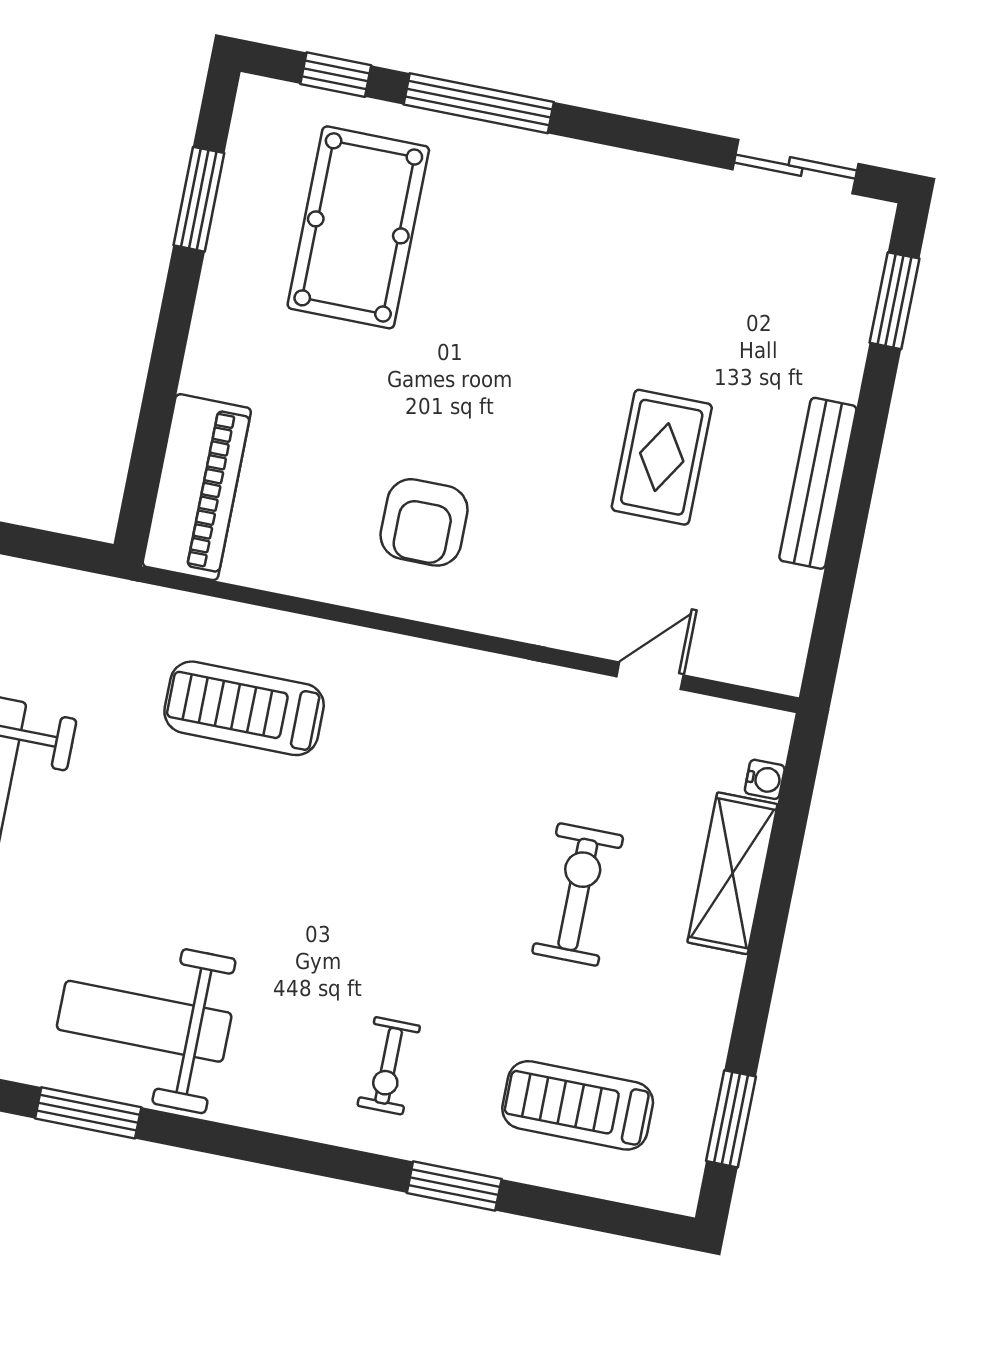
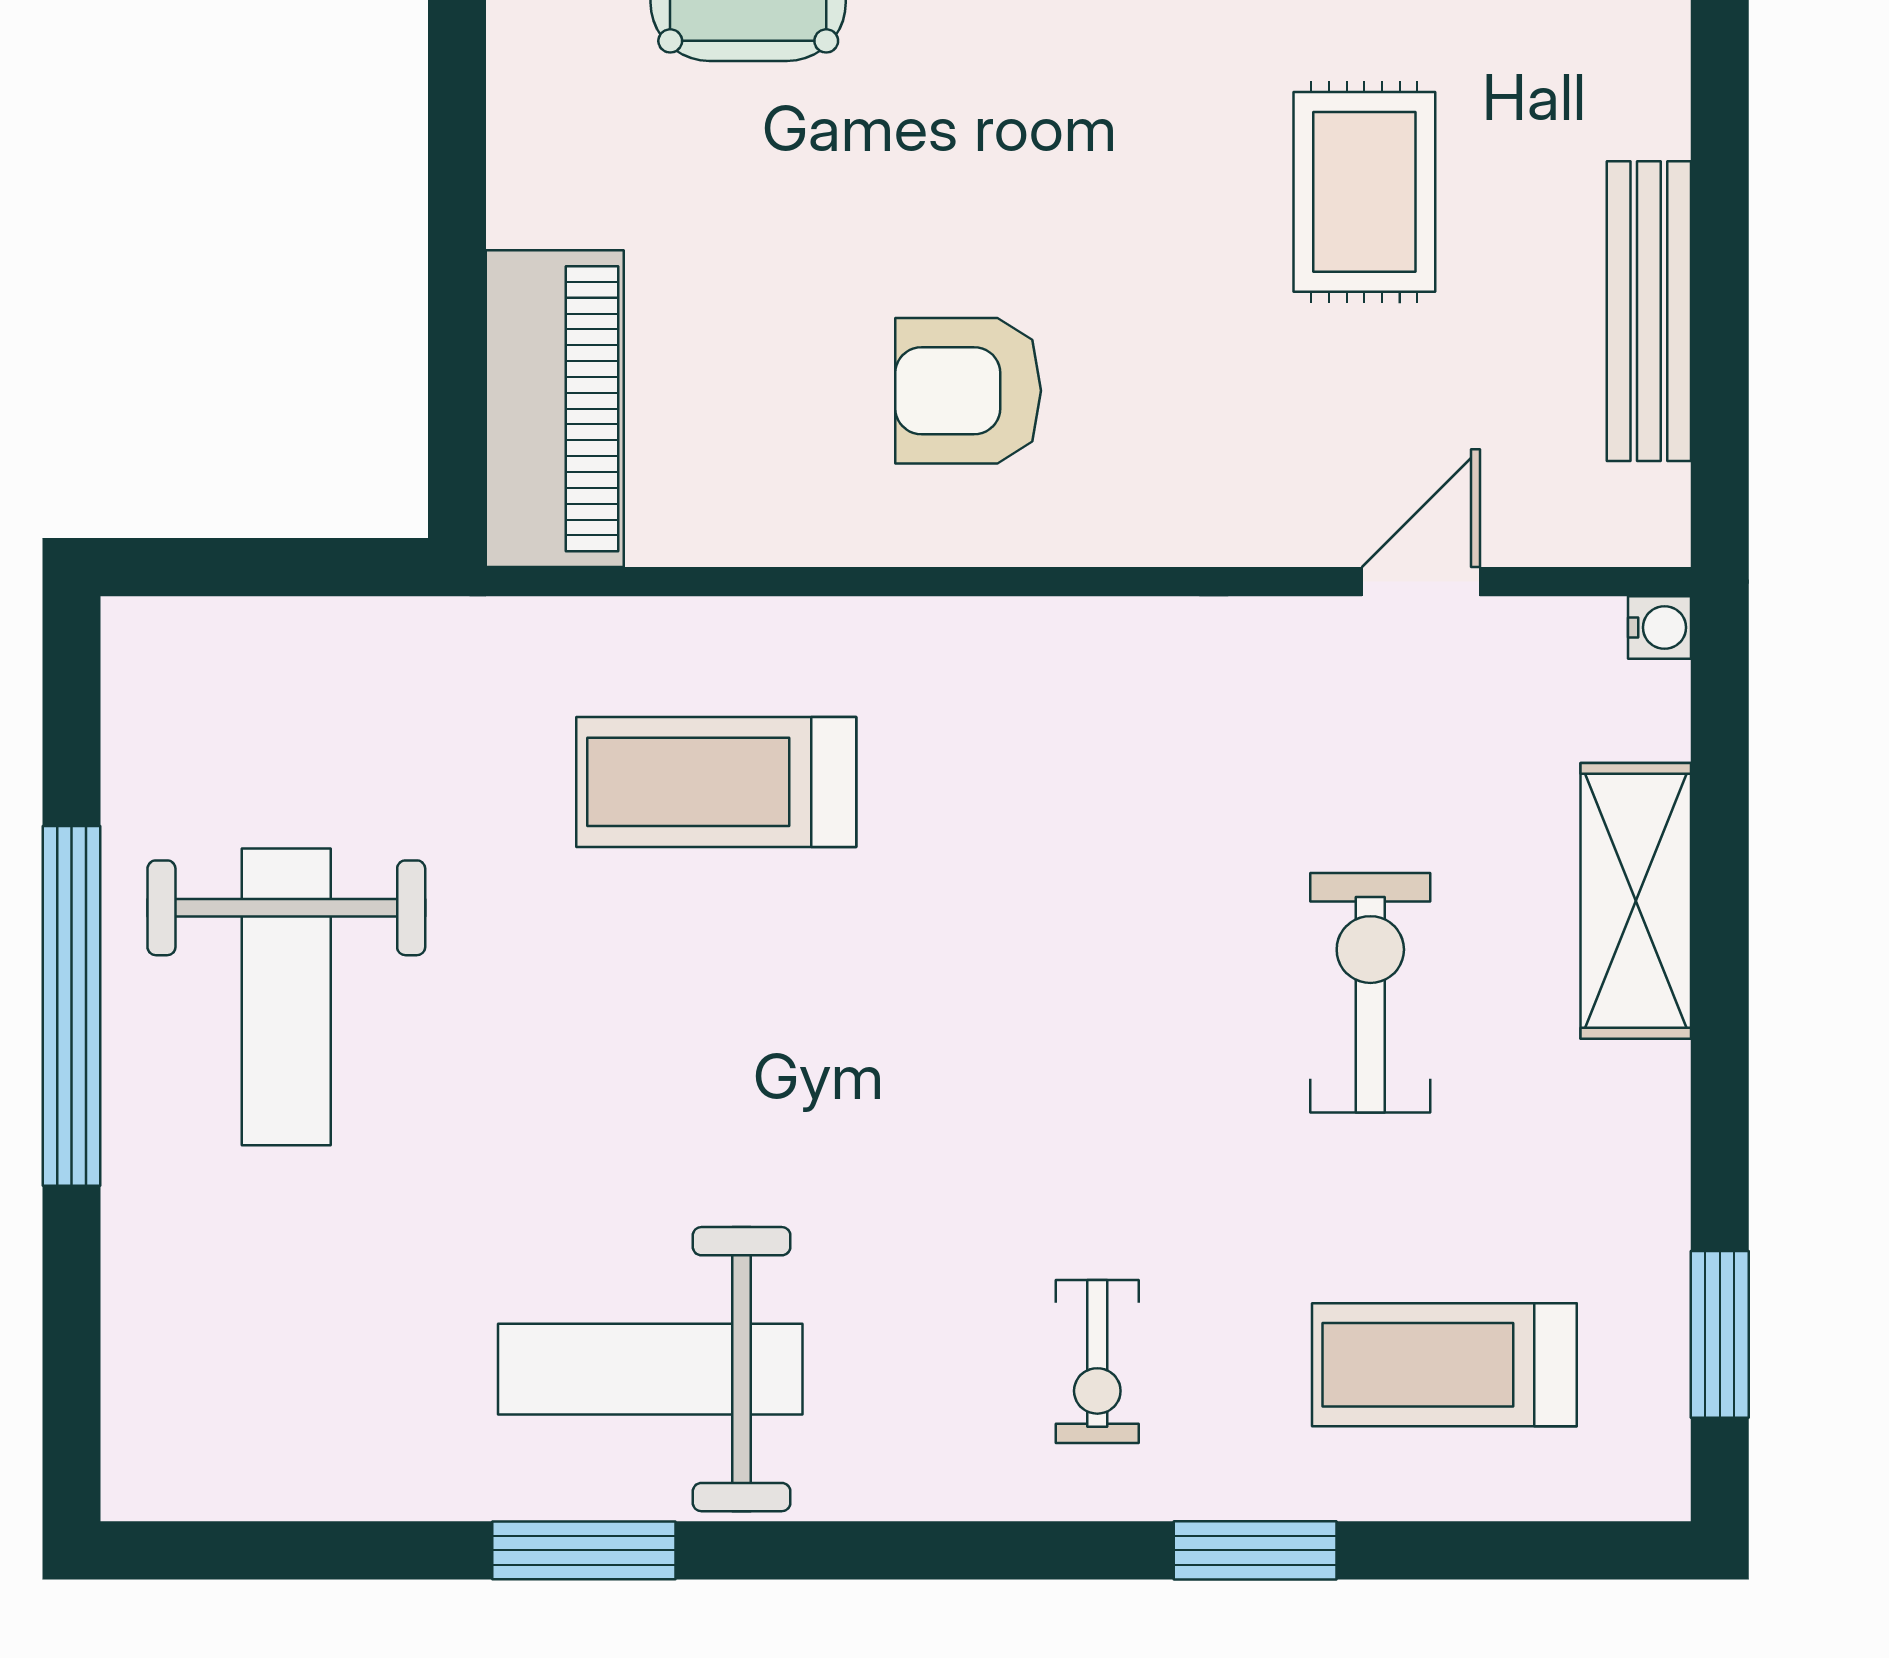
bench: (818, 483) -> (1649, 311), moved
armchair: (424, 522) -> (968, 391), turned 90
water cooler: (765, 779) -> (1659, 627), moved

